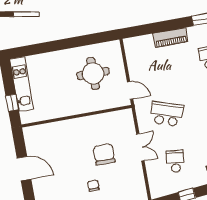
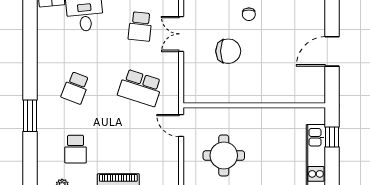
double door: (140, 147) -> (181, 34), moved
chair: (104, 154) -> (228, 51), turned -90
door: (24, 169) -> (332, 51), hinge flipped

